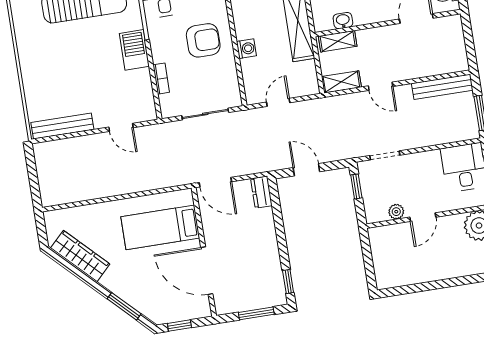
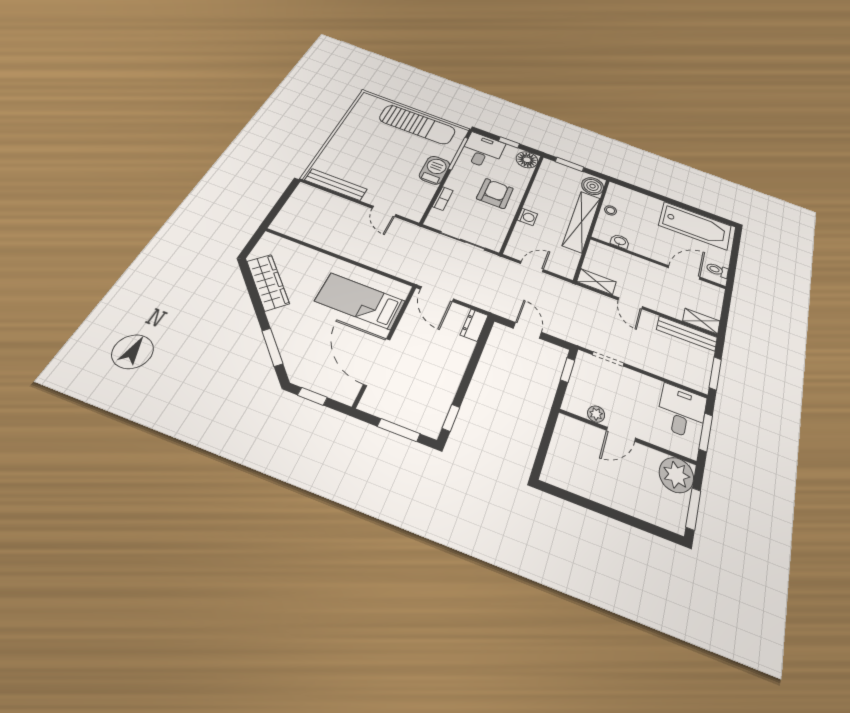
armchair: (203, 40) -> (495, 193), turned -90
shelving: (338, 41) -> (701, 321), moved

